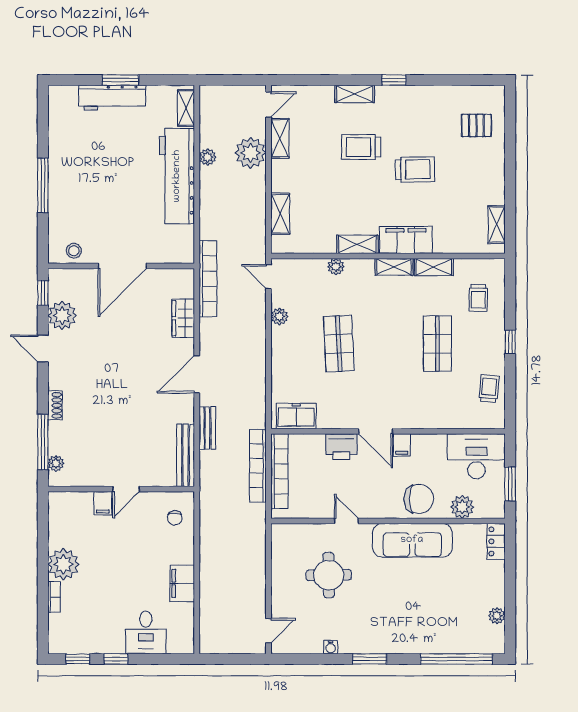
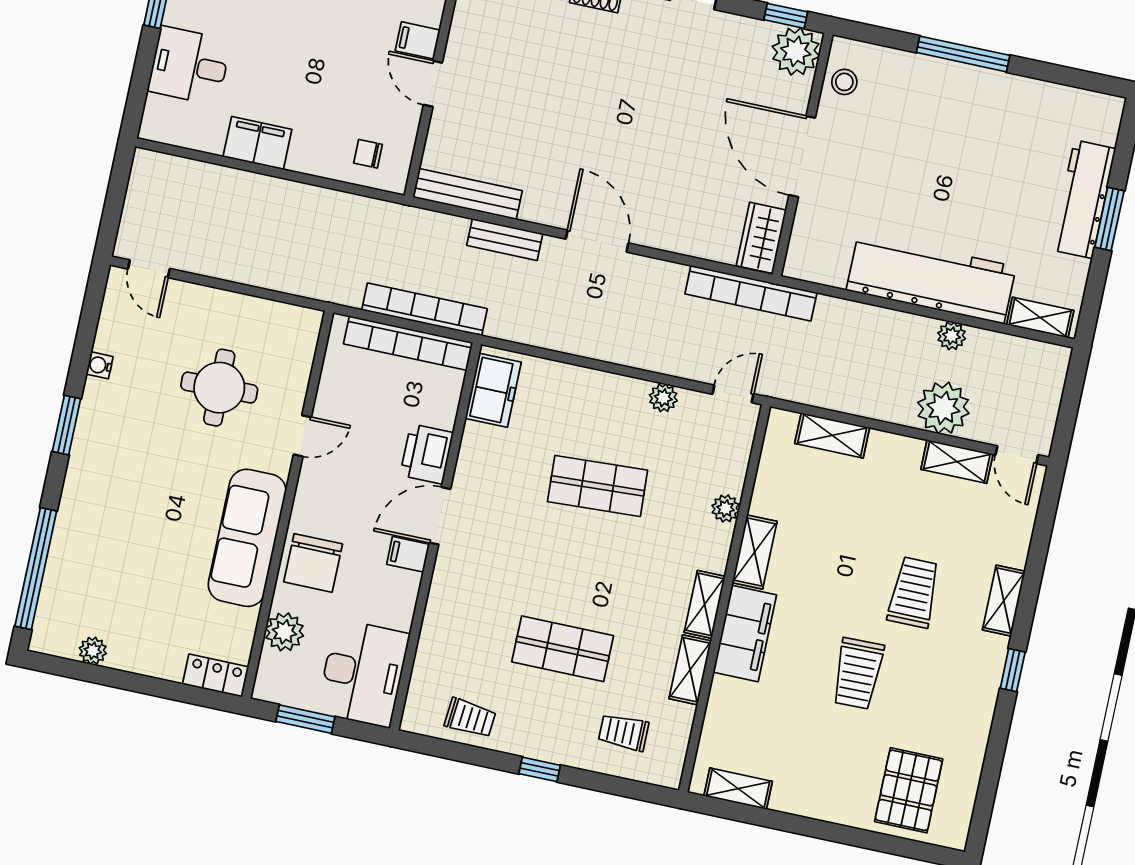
pallet: (476, 125) -> (909, 790), width x1.50, depth x1.42
plant: (62, 316) -> (796, 51), moved
wardrobe: (183, 318) -> (761, 238), moved, turned -90

